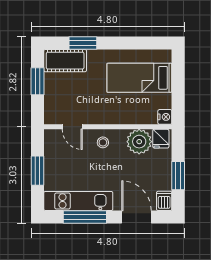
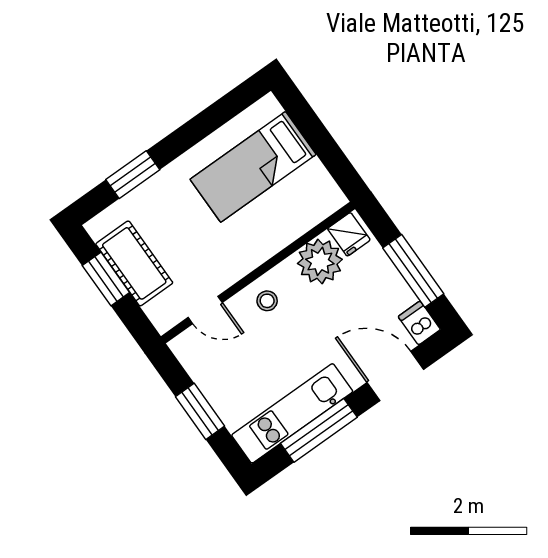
cot: (65, 61) -> (134, 263), moved, turned 90
nightstand: (165, 117) -> (332, 198), removed
window: (178, 176) -> (413, 271), width x1.44

